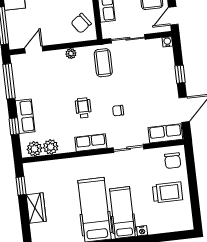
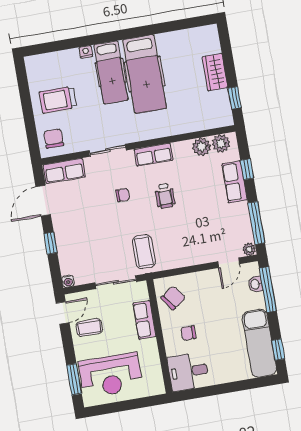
washbasin: (13, 31) -> (255, 284), added
plant: (71, 53) -> (249, 249), moved

